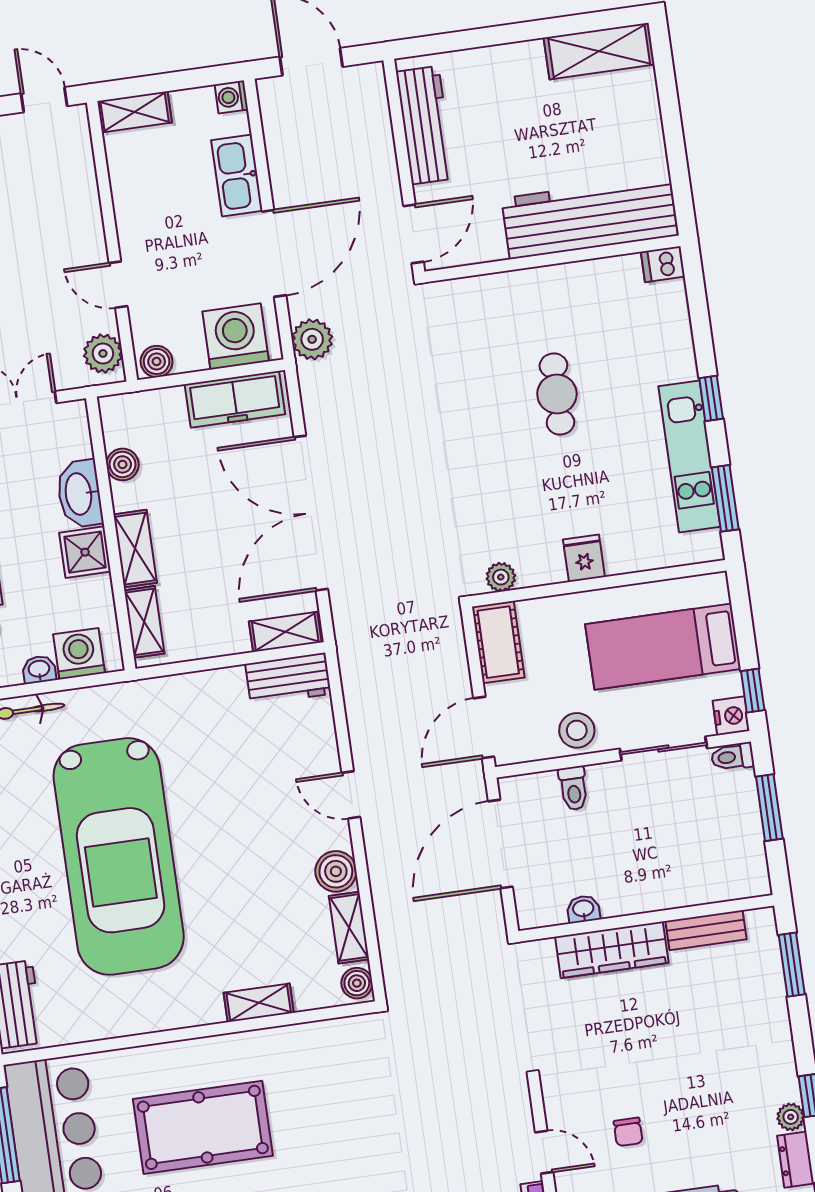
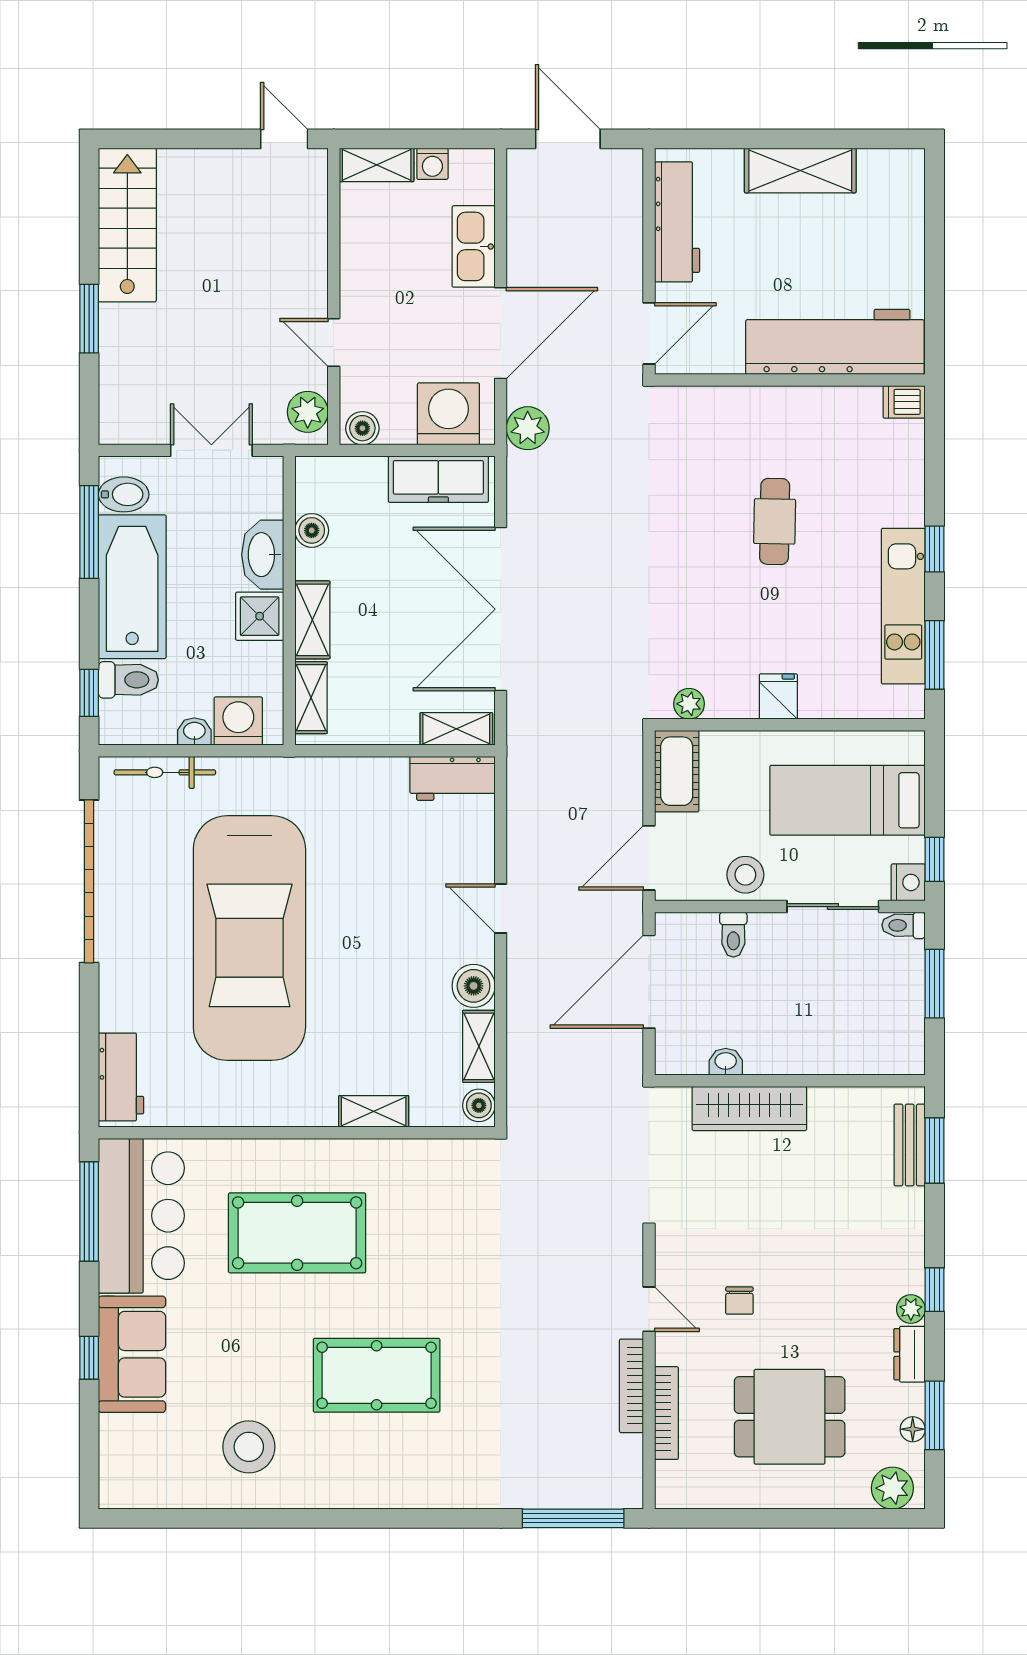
shelving: (599, 51) -> (800, 171), moved
washing machine: (231, 97) -> (432, 164), moved, turned -90
bench: (706, 930) -> (910, 1145), moved, turned 90

